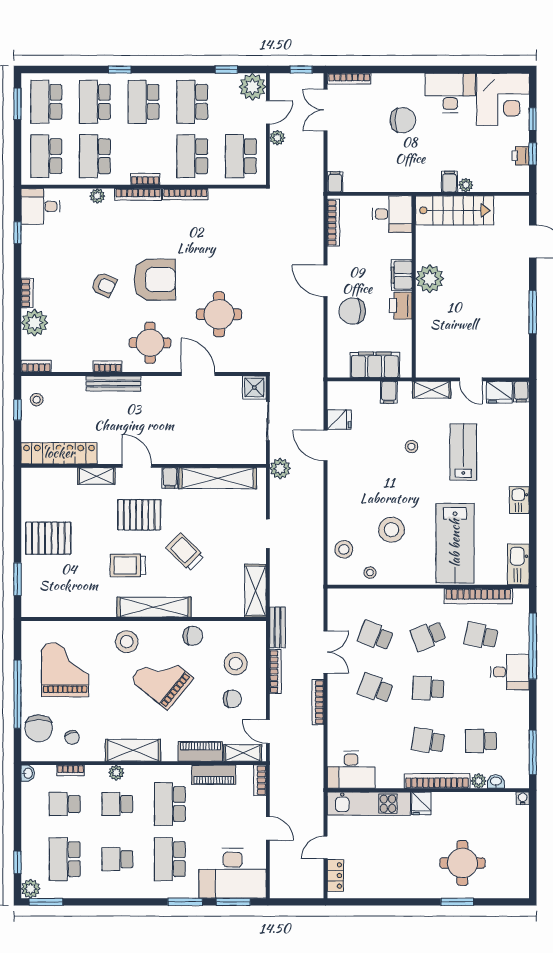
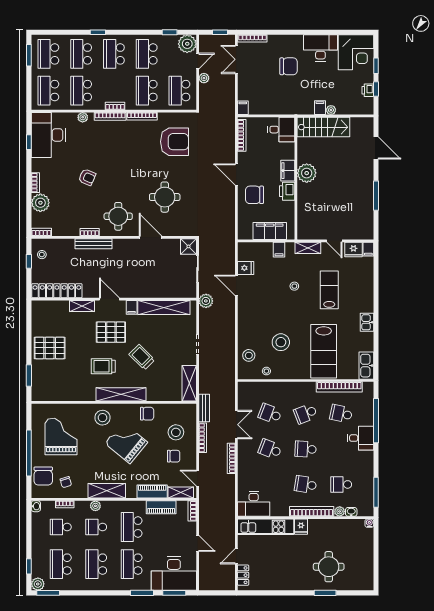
desk: (40, 206) -> (48, 135), width x1.87, depth x1.30
armchair: (155, 280) -> (175, 142), moved
school desk: (117, 859) -> (96, 564), width x1.85

